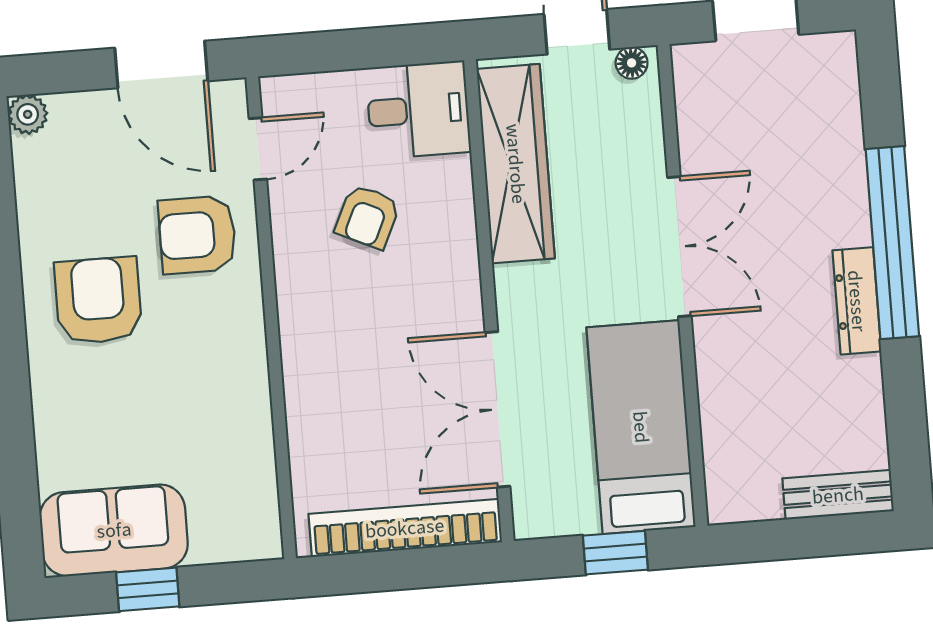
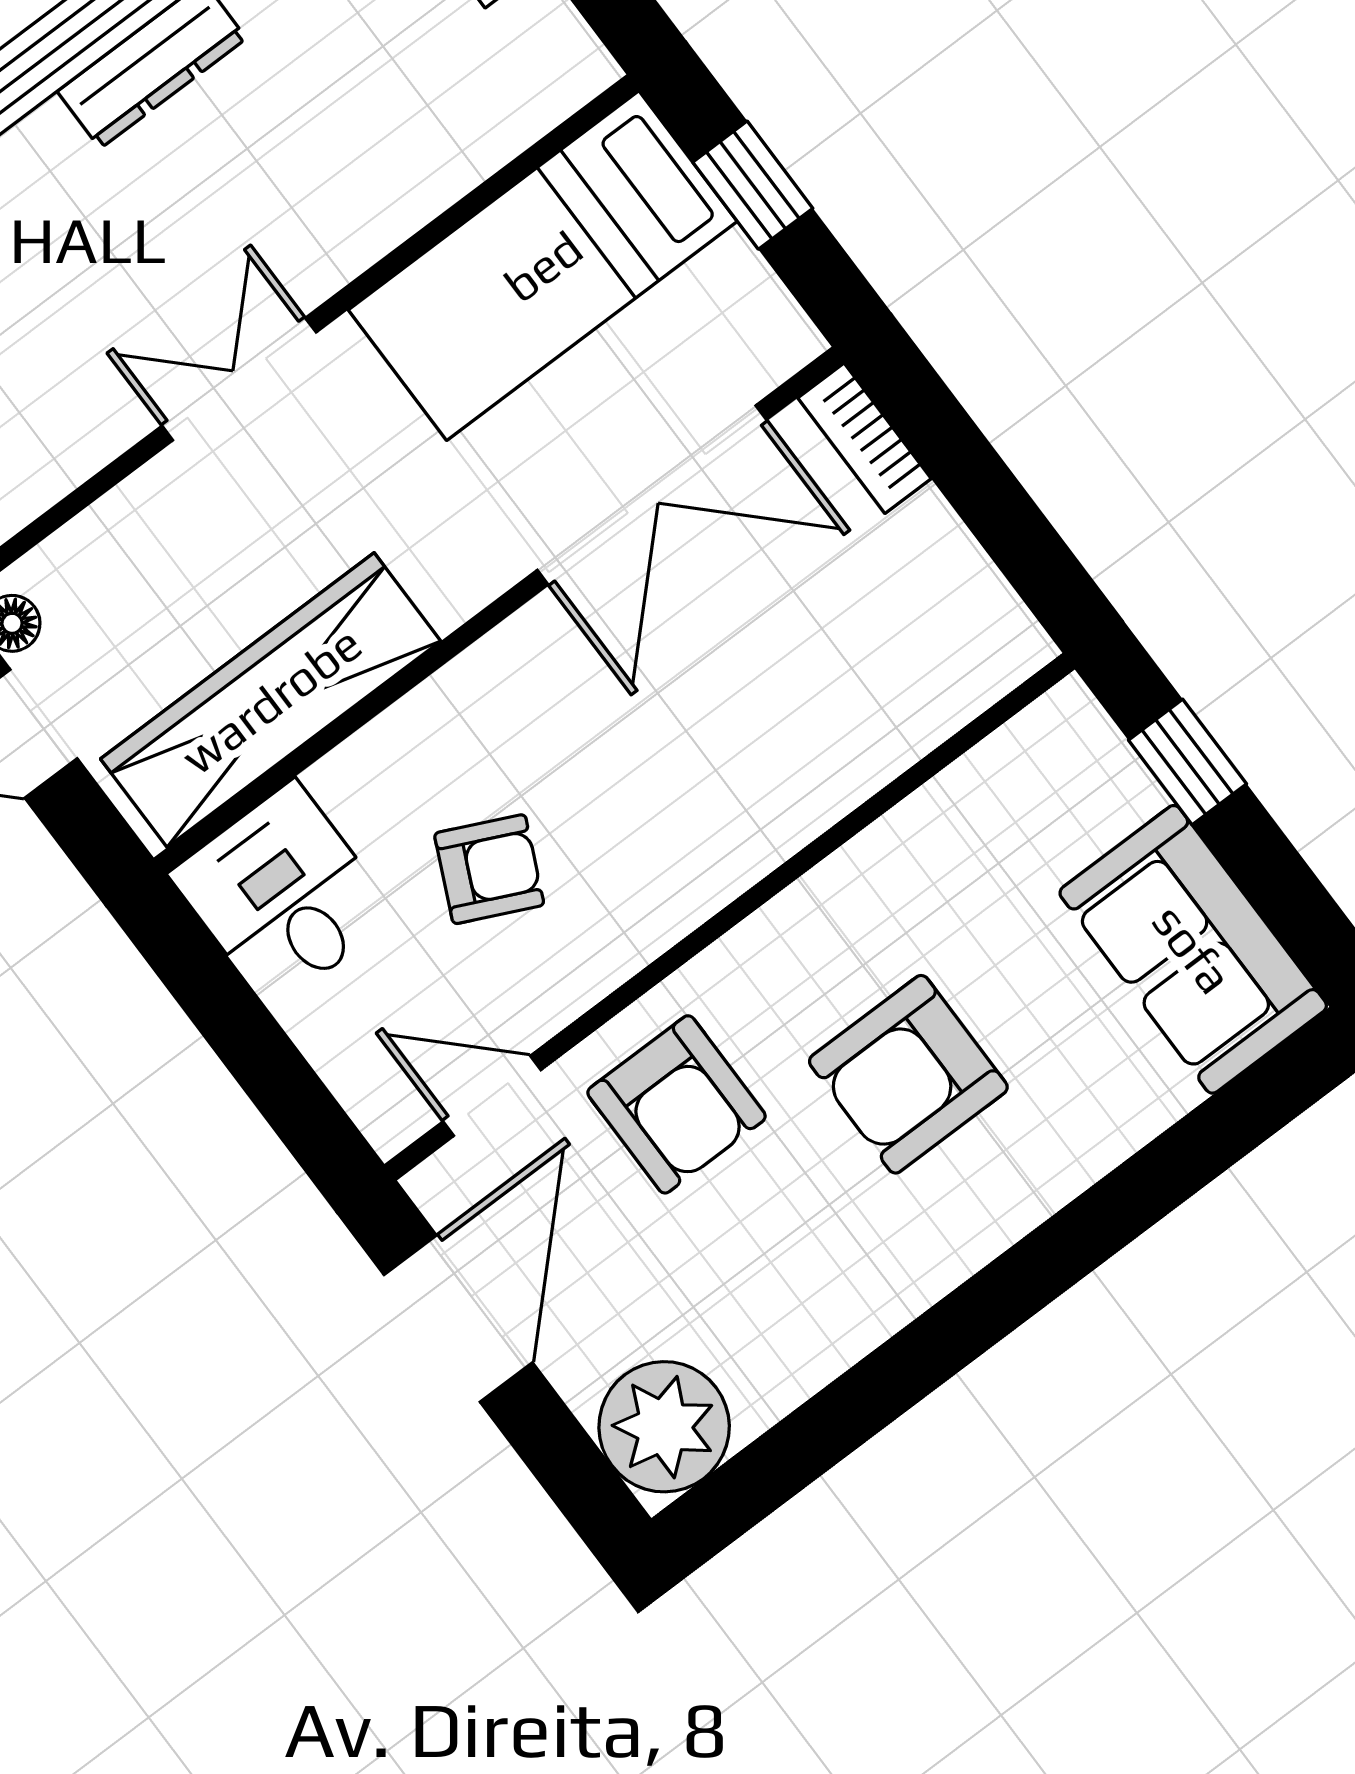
plant: (28, 114) -> (664, 1427), width x1.88, depth x1.88
double door: (679, 247) -> (239, 379), width x0.73
armchair: (98, 300) -> (908, 1074), moved
bookcase: (405, 528) -> (865, 438), width x0.43, depth x0.76
window: (148, 589) -> (1187, 762), moved

